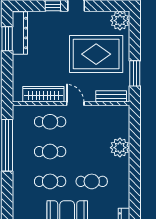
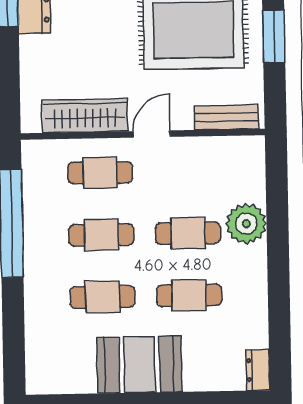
window: (135, 73) -> (274, 37), moved
door: (75, 104) -> (152, 134), hinge flipped
cafe table: (92, 152) -> (188, 233), added

